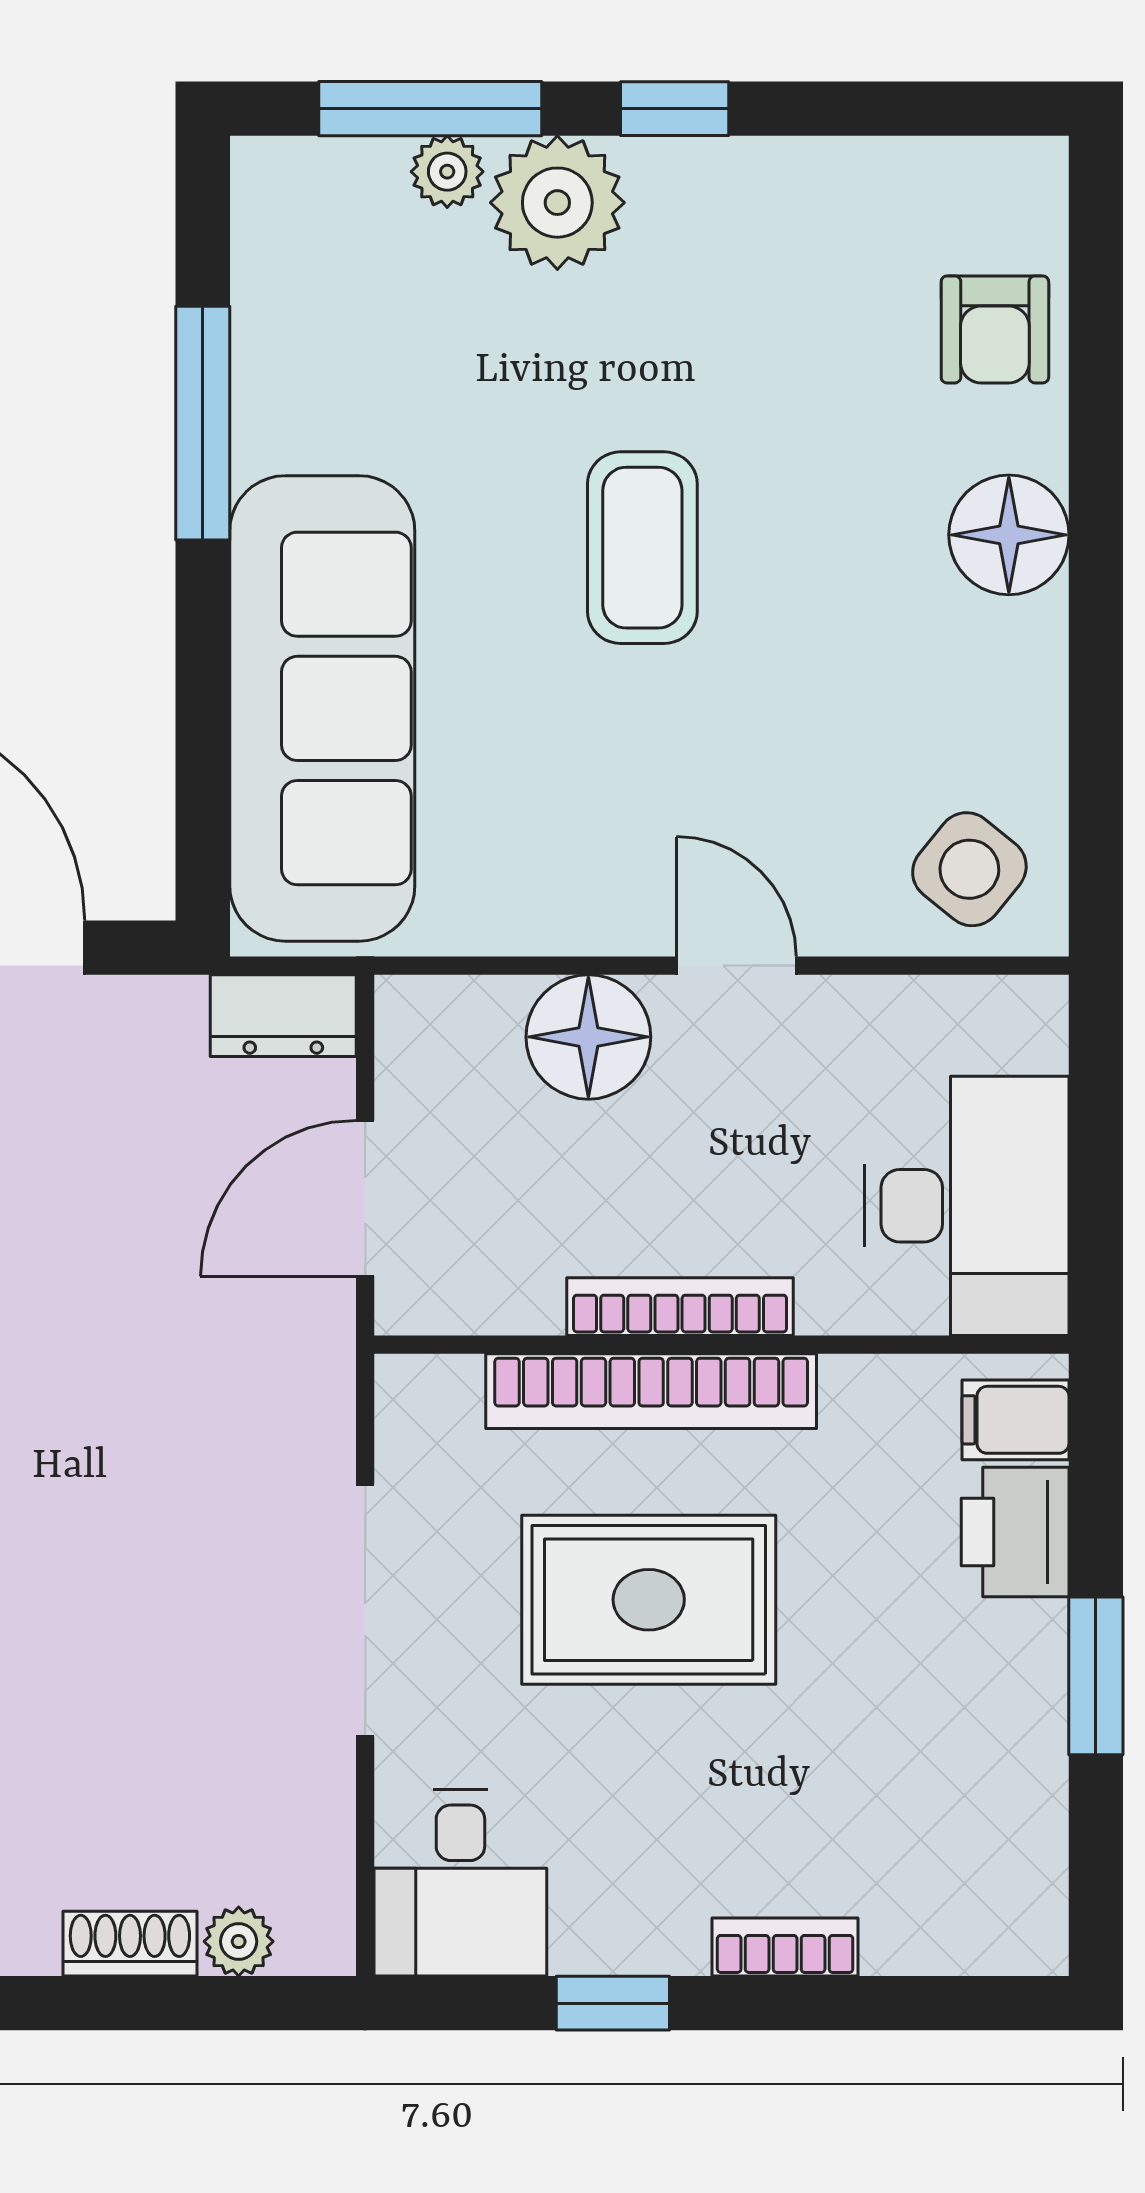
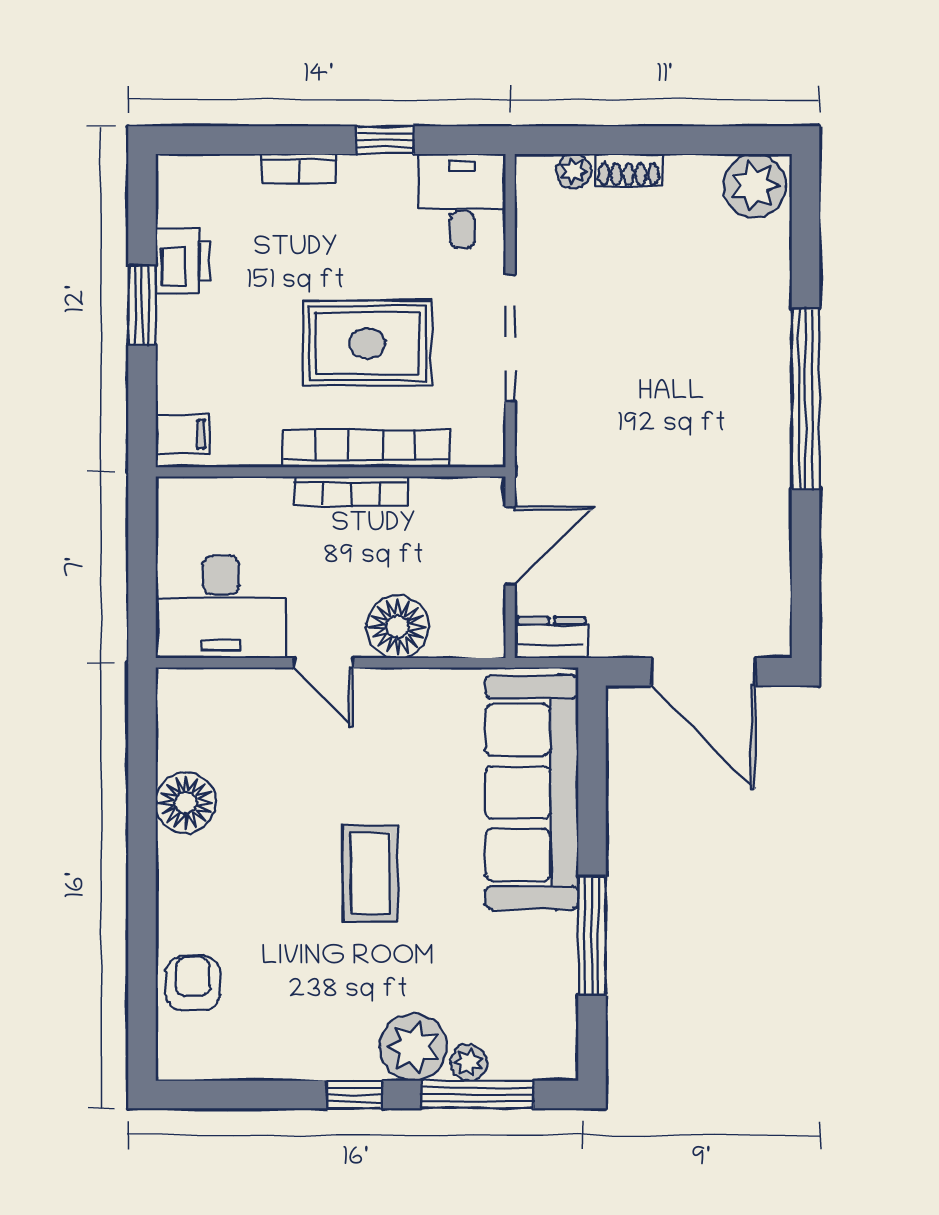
floor lamp: (1009, 535) -> (186, 803), moved
side table: (969, 869) -> (206, 711), removed
desk: (967, 1206) -> (221, 607), moved, turned -90
printer: (1015, 1532) -> (183, 261), moved

